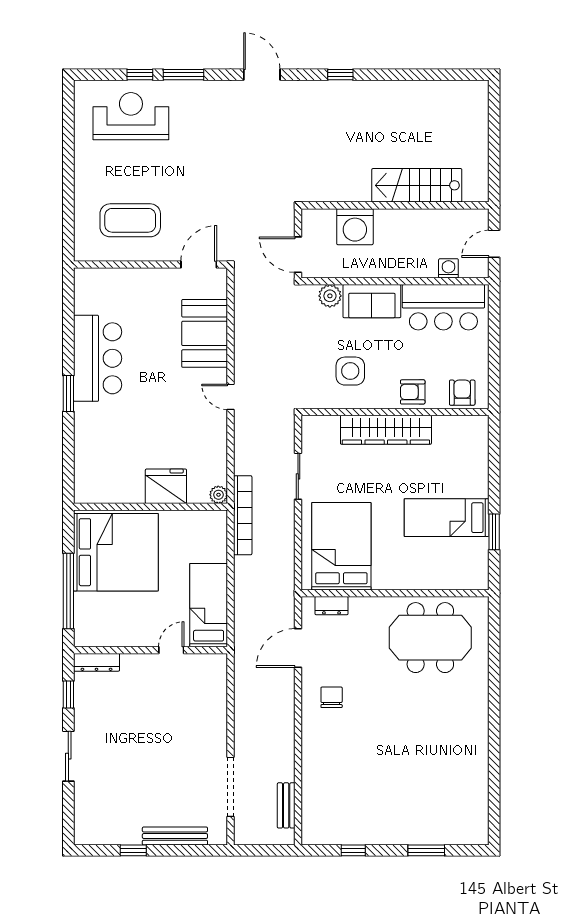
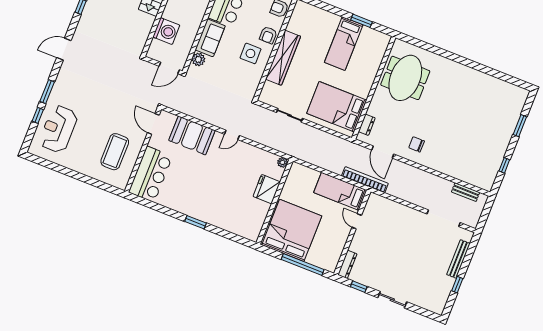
bar counter: (98, 358) -> (151, 174), moved, turned 90
side table: (350, 371) -> (250, 53), moved
bookcase: (243, 515) -> (365, 180), moved

